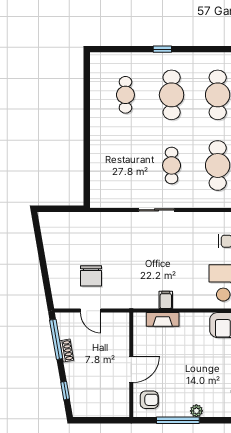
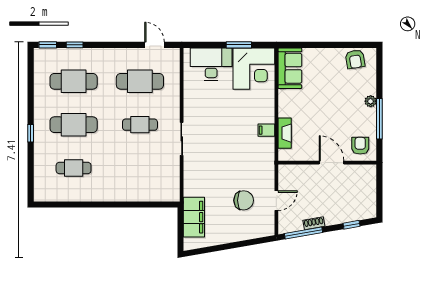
filing cabinet: (73, 223) -> (194, 217), added

